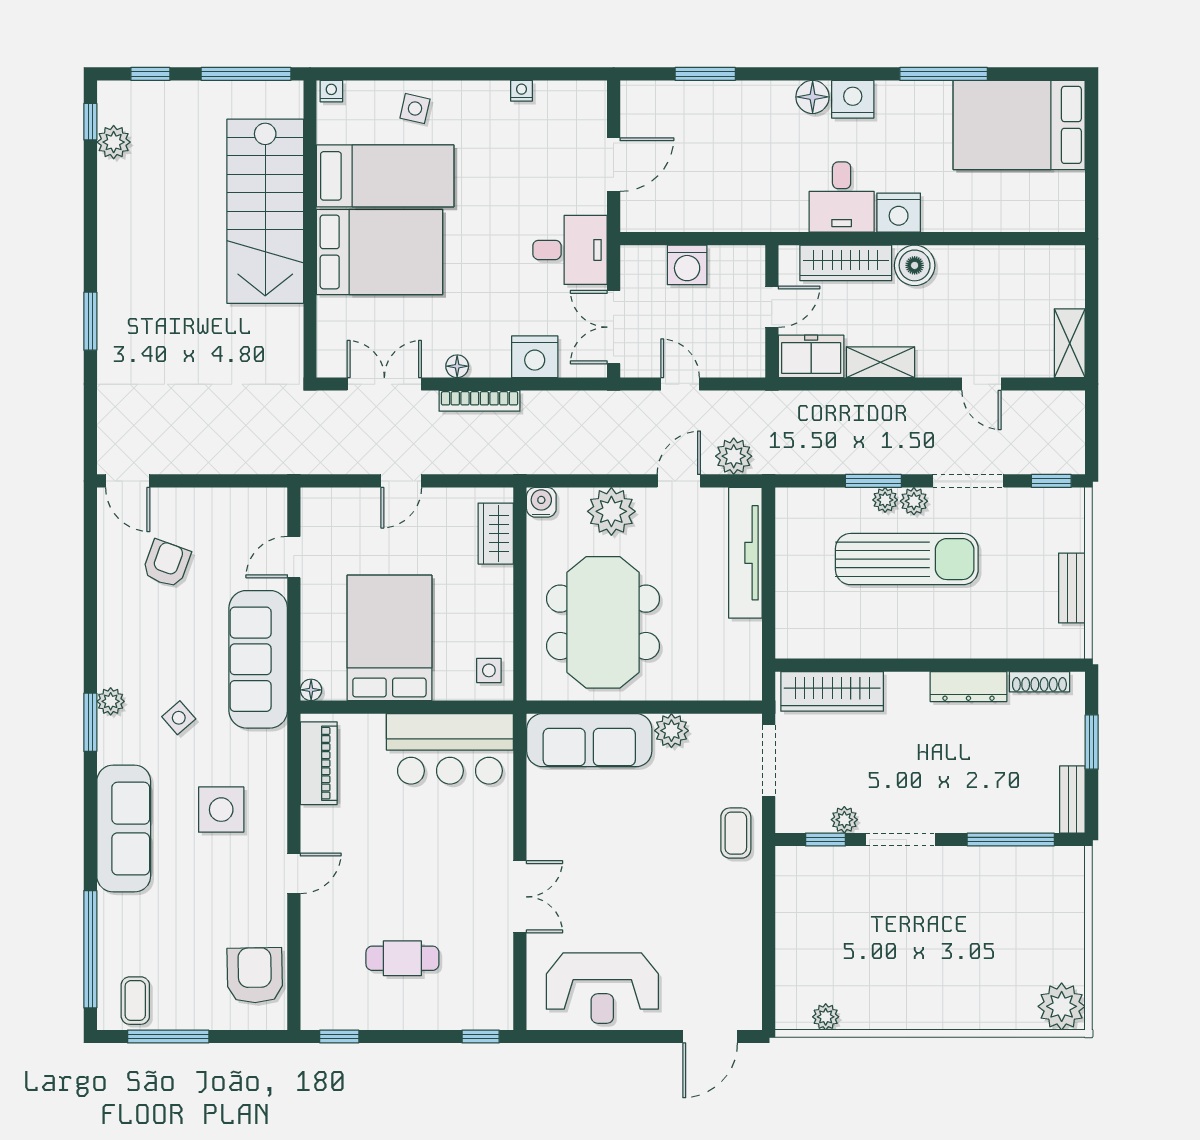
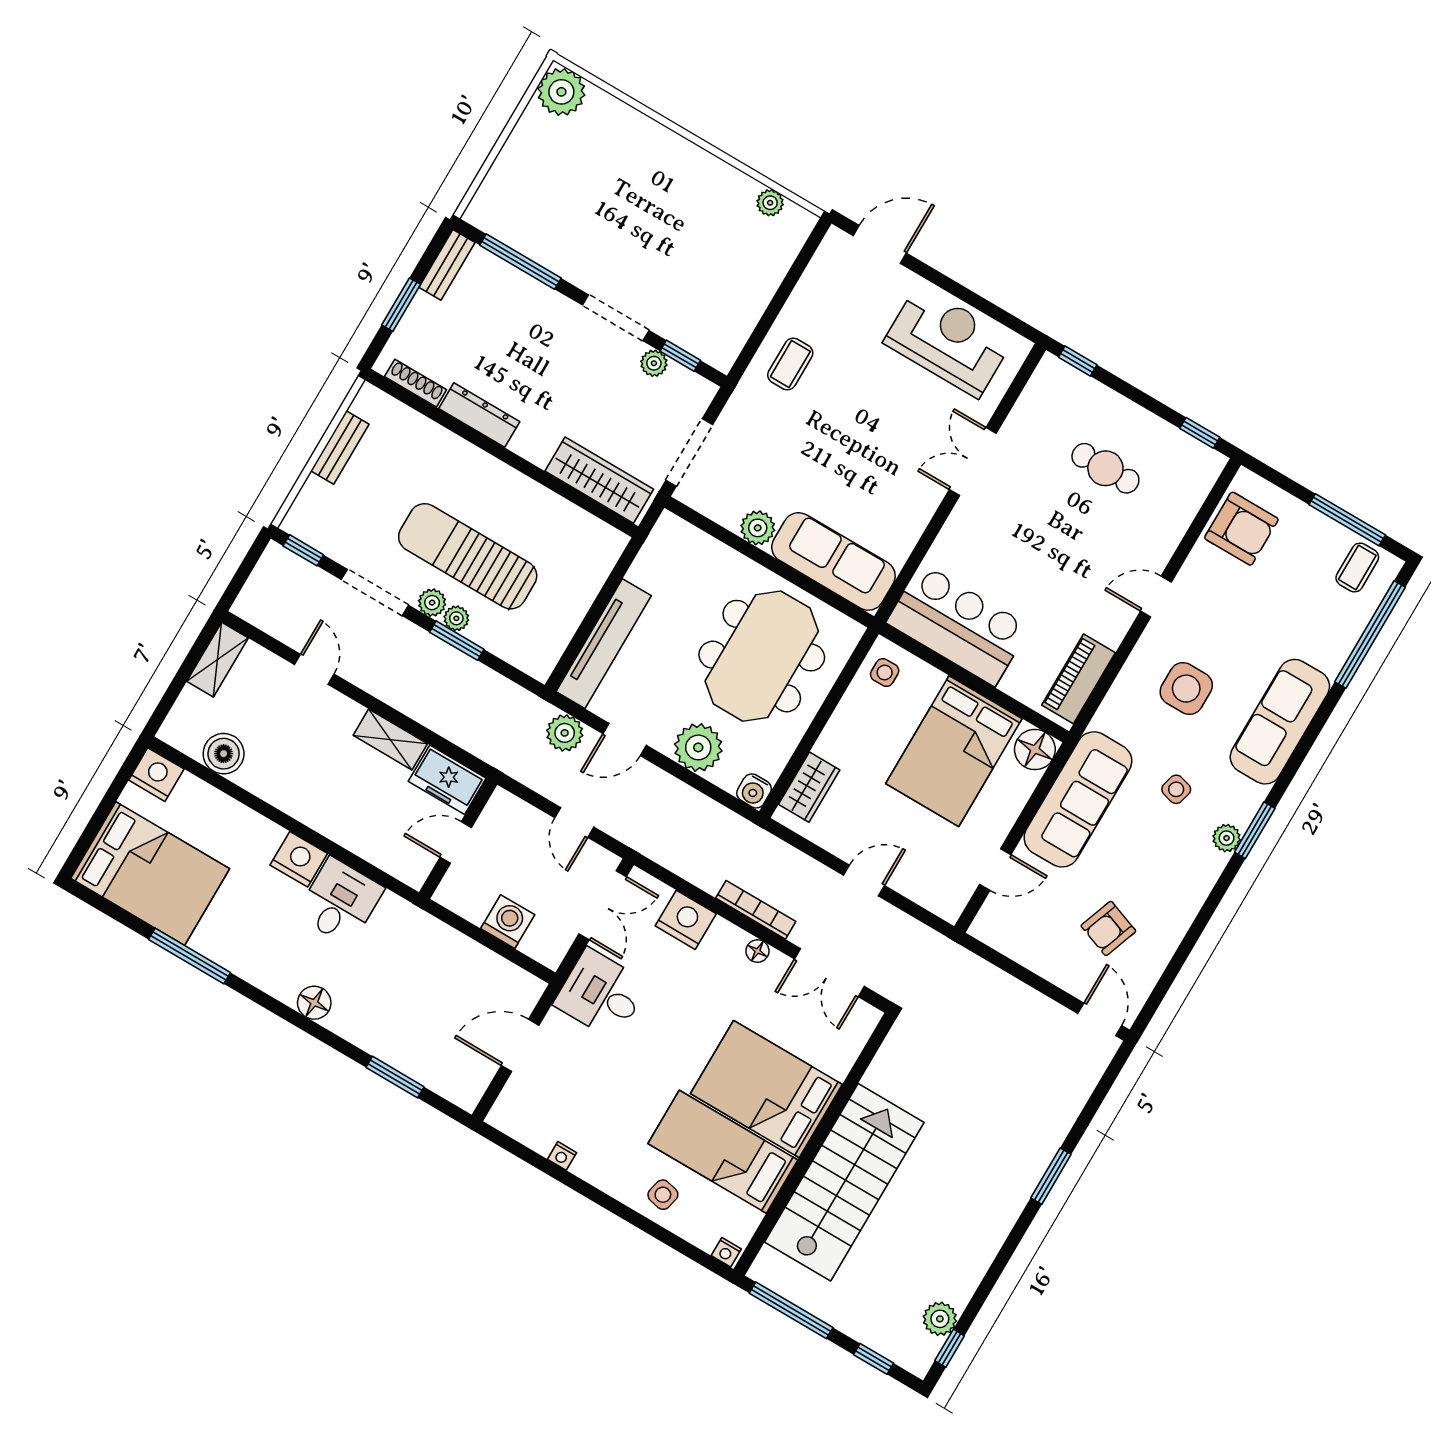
nightstand: (853, 99) -> (156, 775), moved, turned 180
wardrobe: (846, 263) -> (370, 843), removed
boiler: (915, 265) -> (224, 754), moved
floor lamp: (311, 690) -> (1035, 750), width x1.89, depth x1.89
side table: (179, 718) -> (1176, 789), turned -34
coffee table: (736, 833) -> (790, 364), moved
armchair: (255, 975) -> (1241, 529), turned -89

